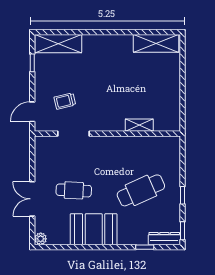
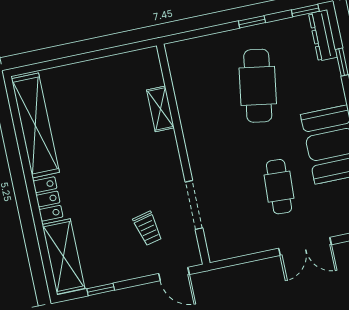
locker: (97, 41) -> (48, 199), added
shelving: (156, 43) -> (35, 125), width x1.47
cafe table: (141, 190) -> (258, 86), turned 33

